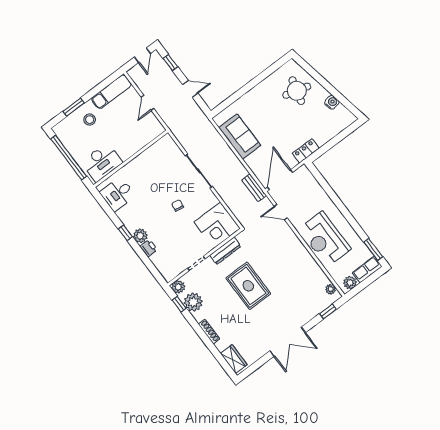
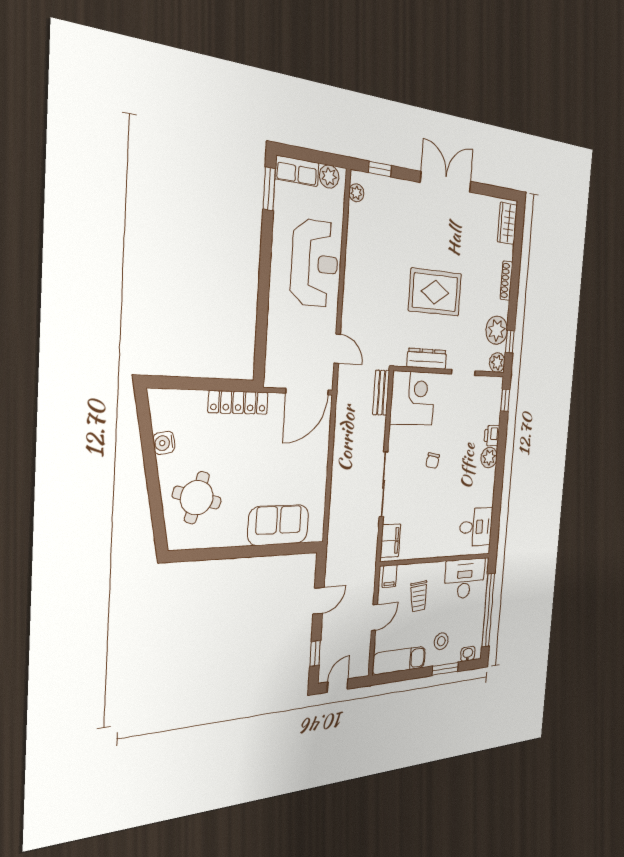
door: (190, 89) -> (319, 601), swing flipped
washbasin: (63, 125) -> (468, 654), added
filing cabinet: (155, 130) -> (390, 576), added
trolley: (127, 132) -> (419, 596), added
sofa: (240, 136) -> (278, 525), moved, turned 90
filing cabinet: (170, 147) -> (390, 541), added
locker: (306, 151) -> (238, 402), width x1.53
bench: (254, 188) -> (381, 393), moved
window: (125, 233) -> (505, 400), moved
rug: (248, 286) -> (435, 292), turned 90

